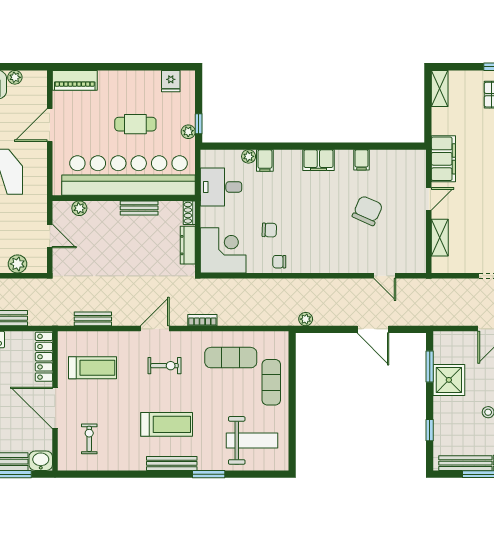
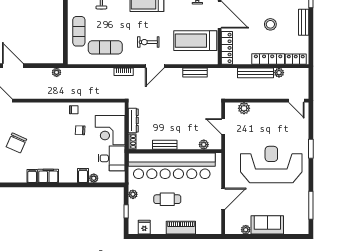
piano: (75, 80) -> (181, 228), moved
window: (199, 124) -> (126, 211), moved
filing cabinet: (362, 160) -> (32, 176), moved
corner desk: (223, 250) -> (110, 130), moved
treadmill: (93, 368) -> (195, 41), width x1.37, depth x1.38

